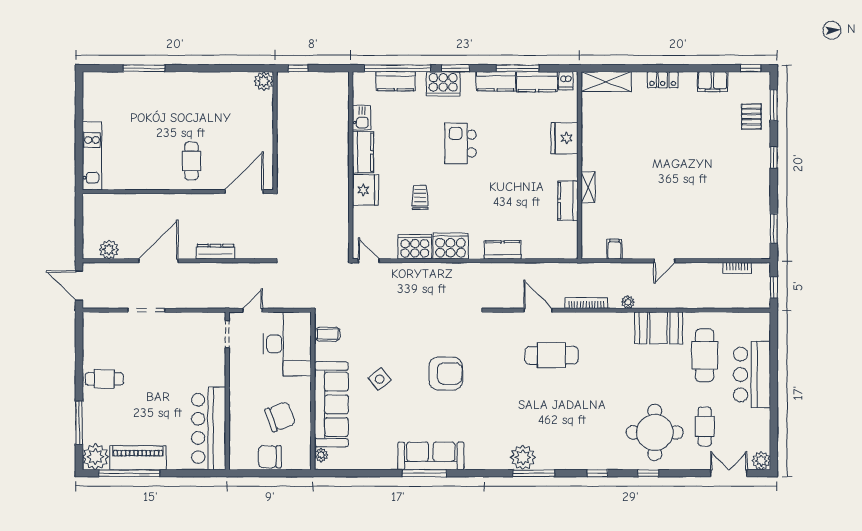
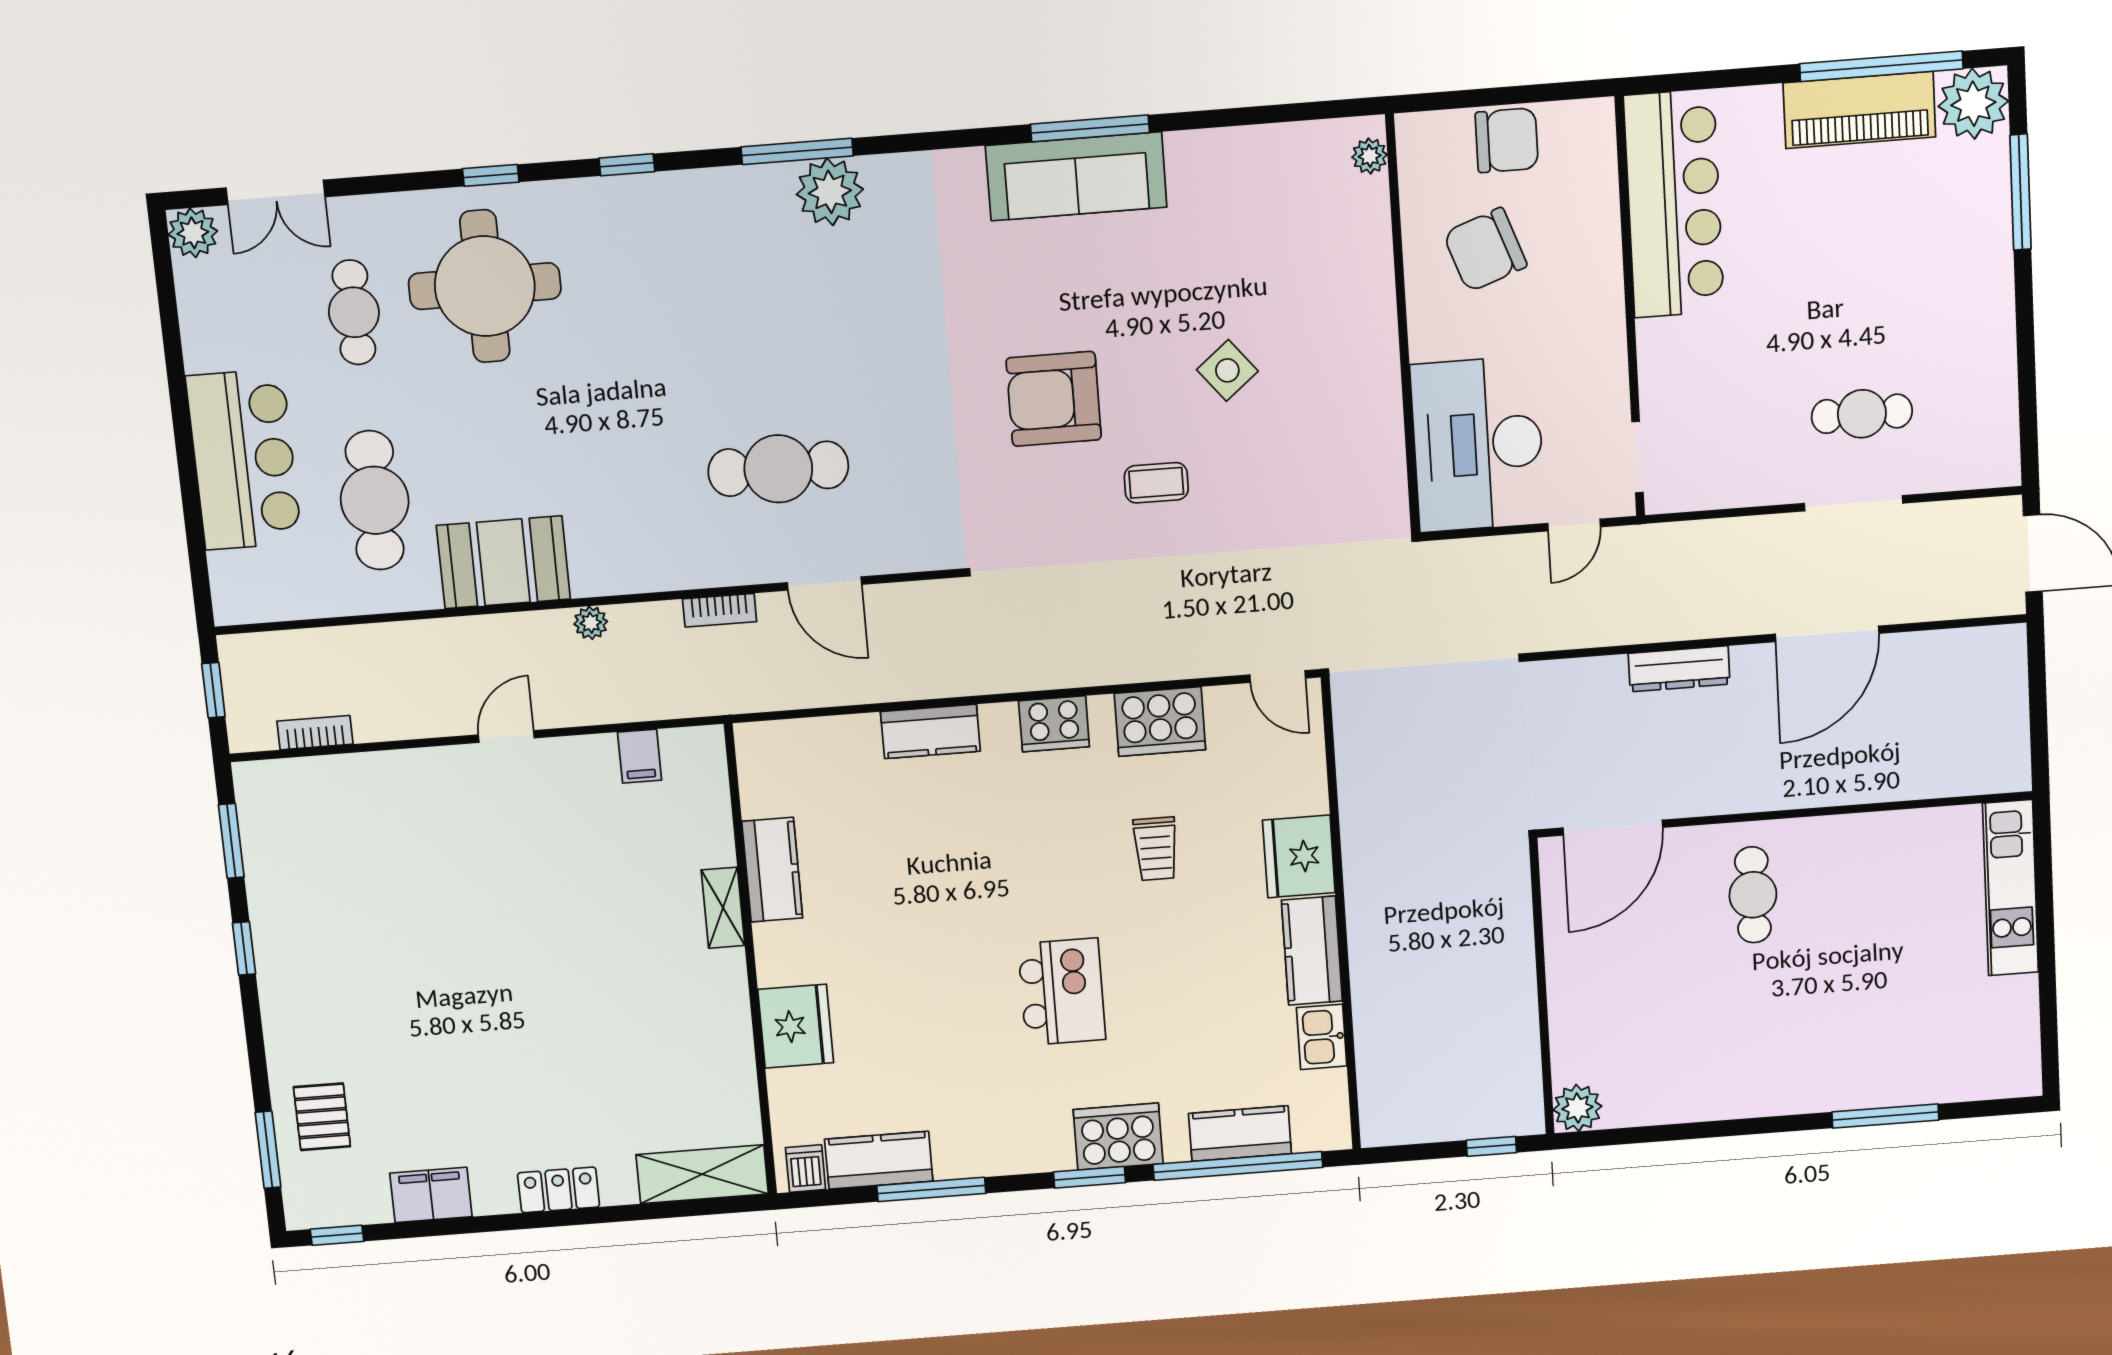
kitchen counter: (496, 81) -> (984, 1153), removed
window: (774, 157) -> (244, 948), moved
cooker: (450, 246) -> (1054, 724), width x0.73, depth x0.76
plant: (109, 250) -> (1958, 653), removed
bookcase: (586, 303) -> (720, 610), width x0.64
coffee table: (328, 334) -> (1156, 483), moved
cafe table: (104, 379) -> (1862, 414), moved
sofa: (331, 404) -> (1351, 294), removed

